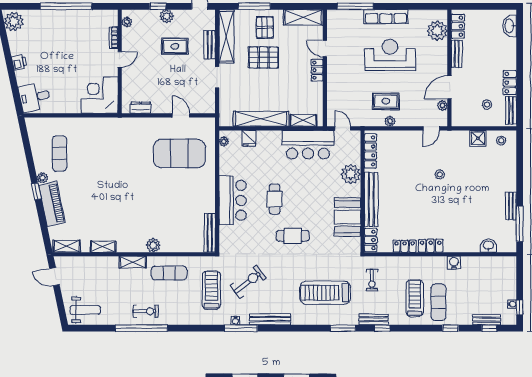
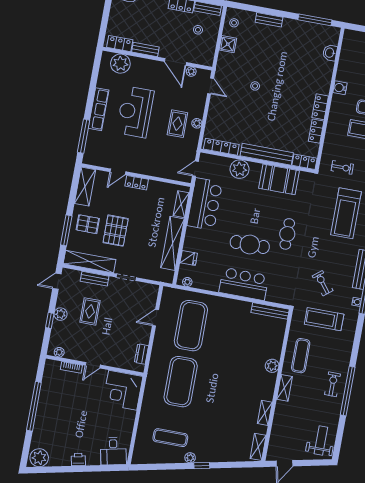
door: (120, 59) -> (93, 365), swing flipped
exercise mat: (119, 153) -> (181, 382), added
cafe table: (275, 199) -> (250, 244), width x1.37, depth x1.35
piano: (52, 204) -> (216, 453), removed
bench: (511, 206) -> (269, 20), moved
exercise bike: (248, 282) -> (323, 283), width x0.73, depth x0.72

